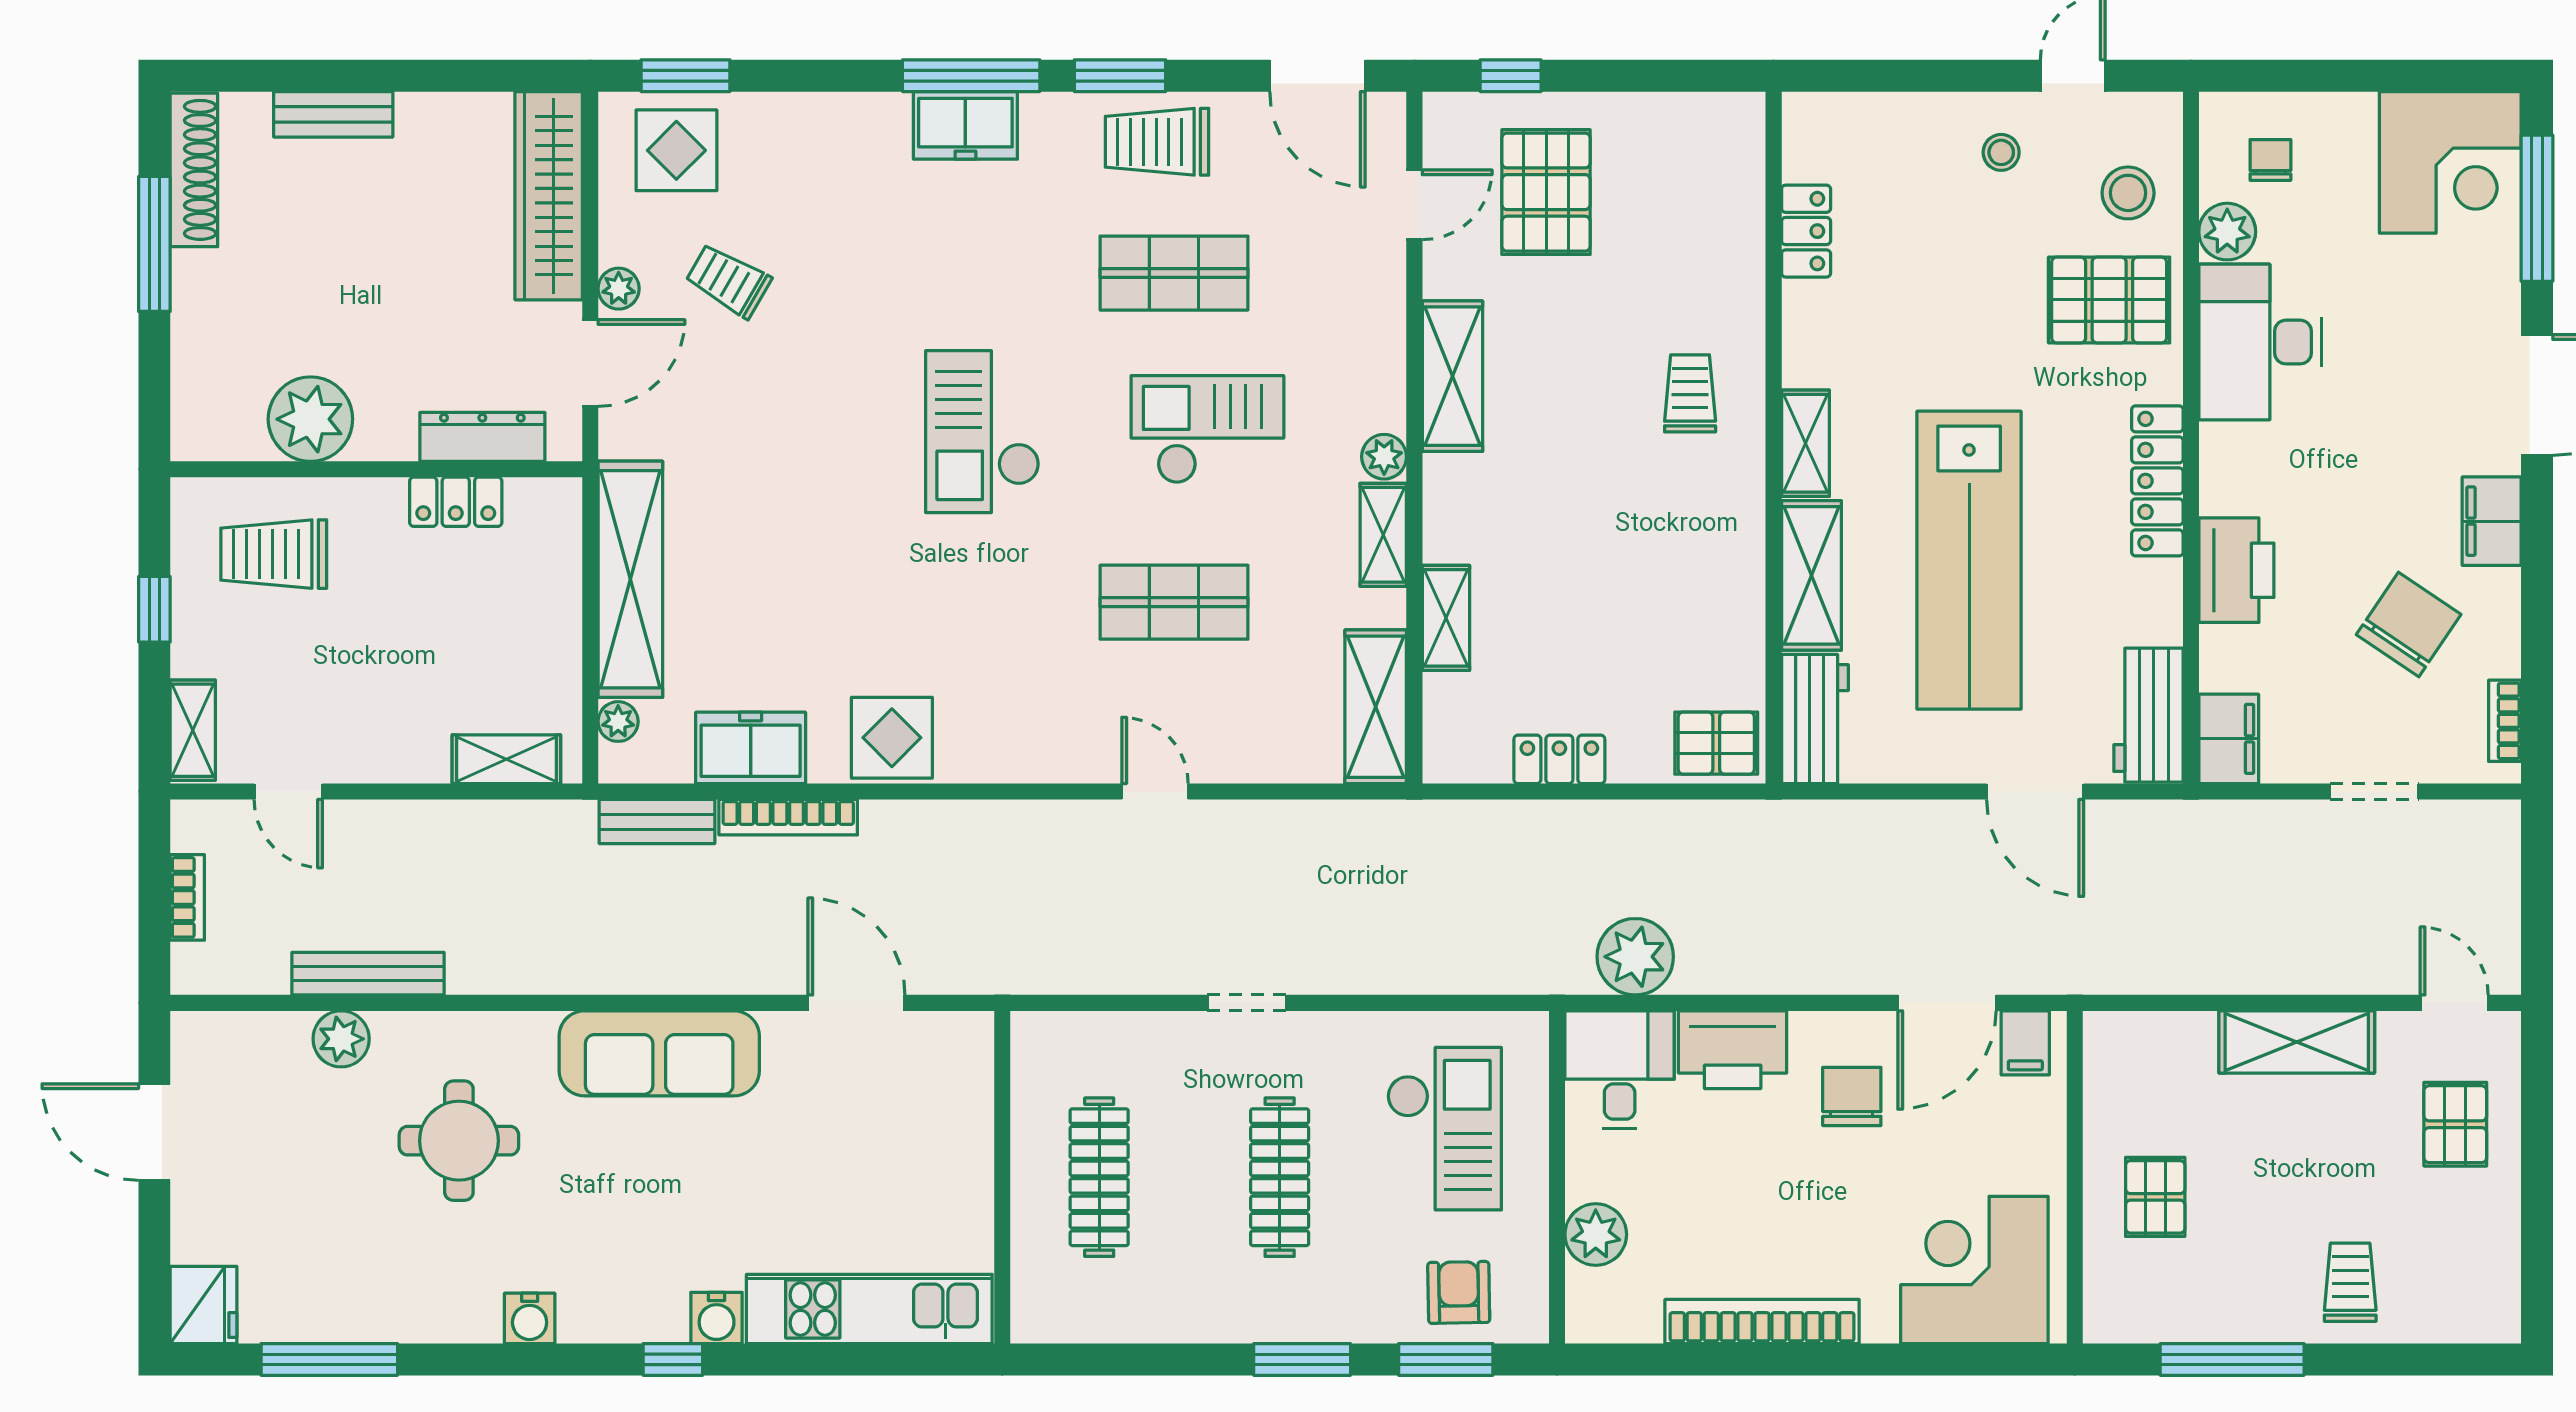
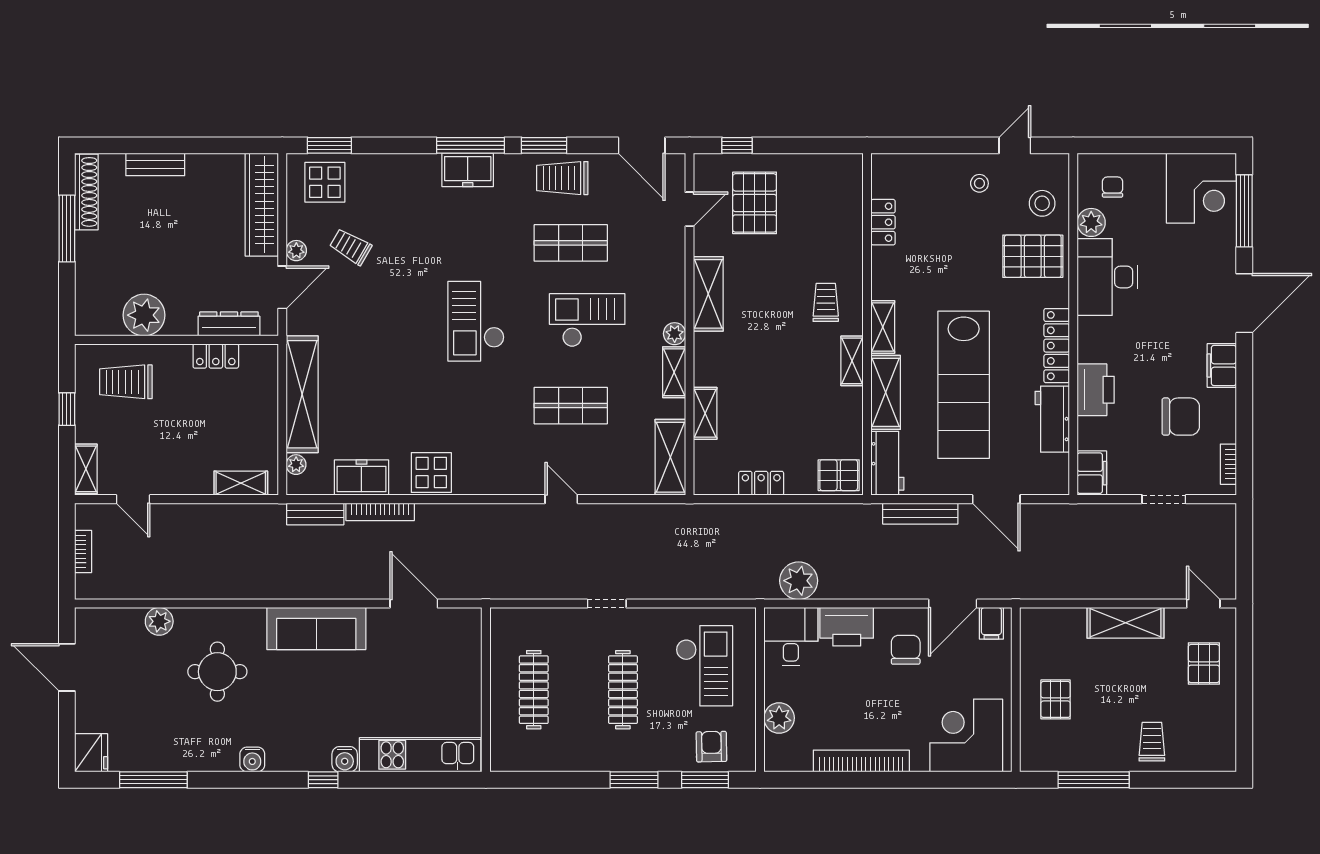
shelving: (1743, 512) -> (852, 361), added
chair: (2409, 624) -> (1181, 417), turned 56
workbench: (2148, 715) -> (1052, 419), moved
bench: (368, 974) -> (920, 514), moved

